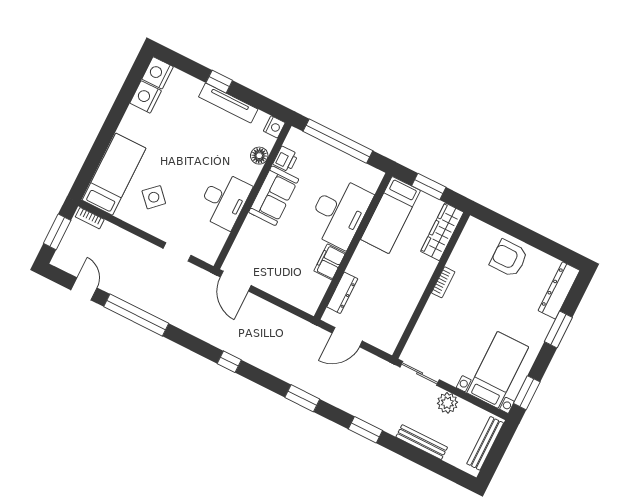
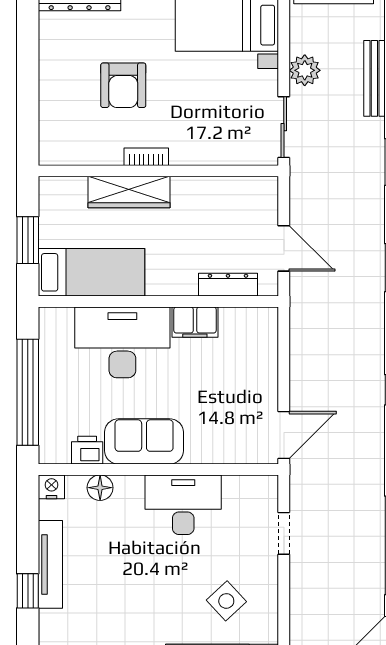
wardrobe: (442, 232) -> (129, 192), moved
armchair: (509, 258) -> (123, 85), moved

